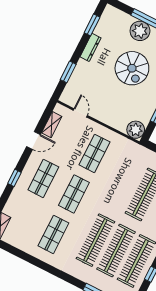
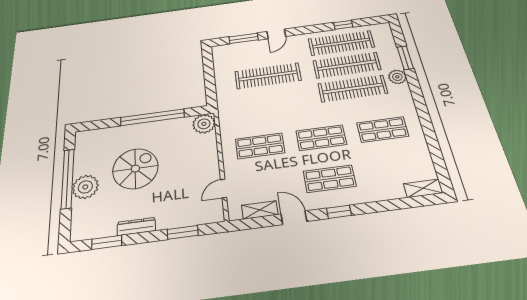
window: (14, 178) -> (339, 212), moved
plant: (84, 274) -> (397, 77), added

